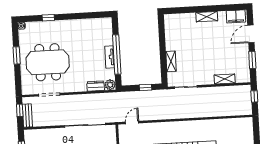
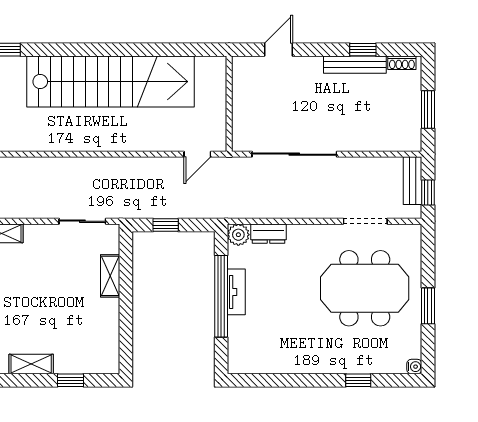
window: (187, 10) -> (71, 380), added

